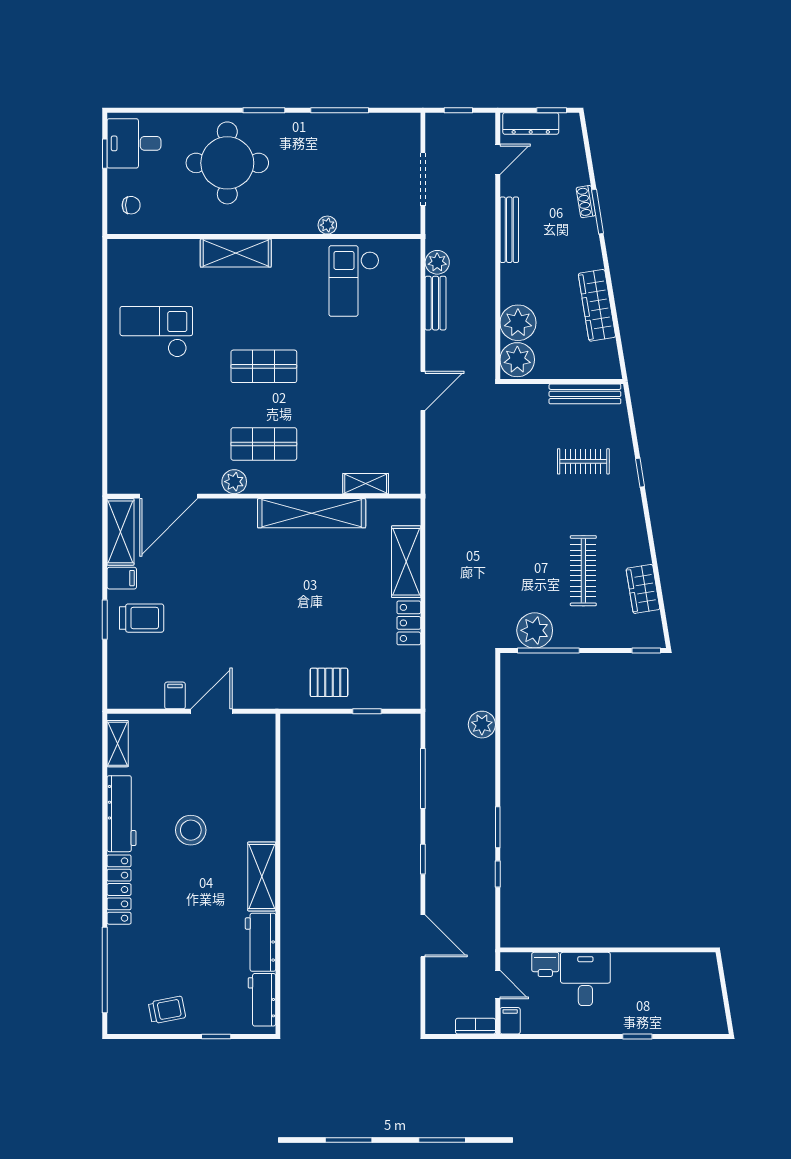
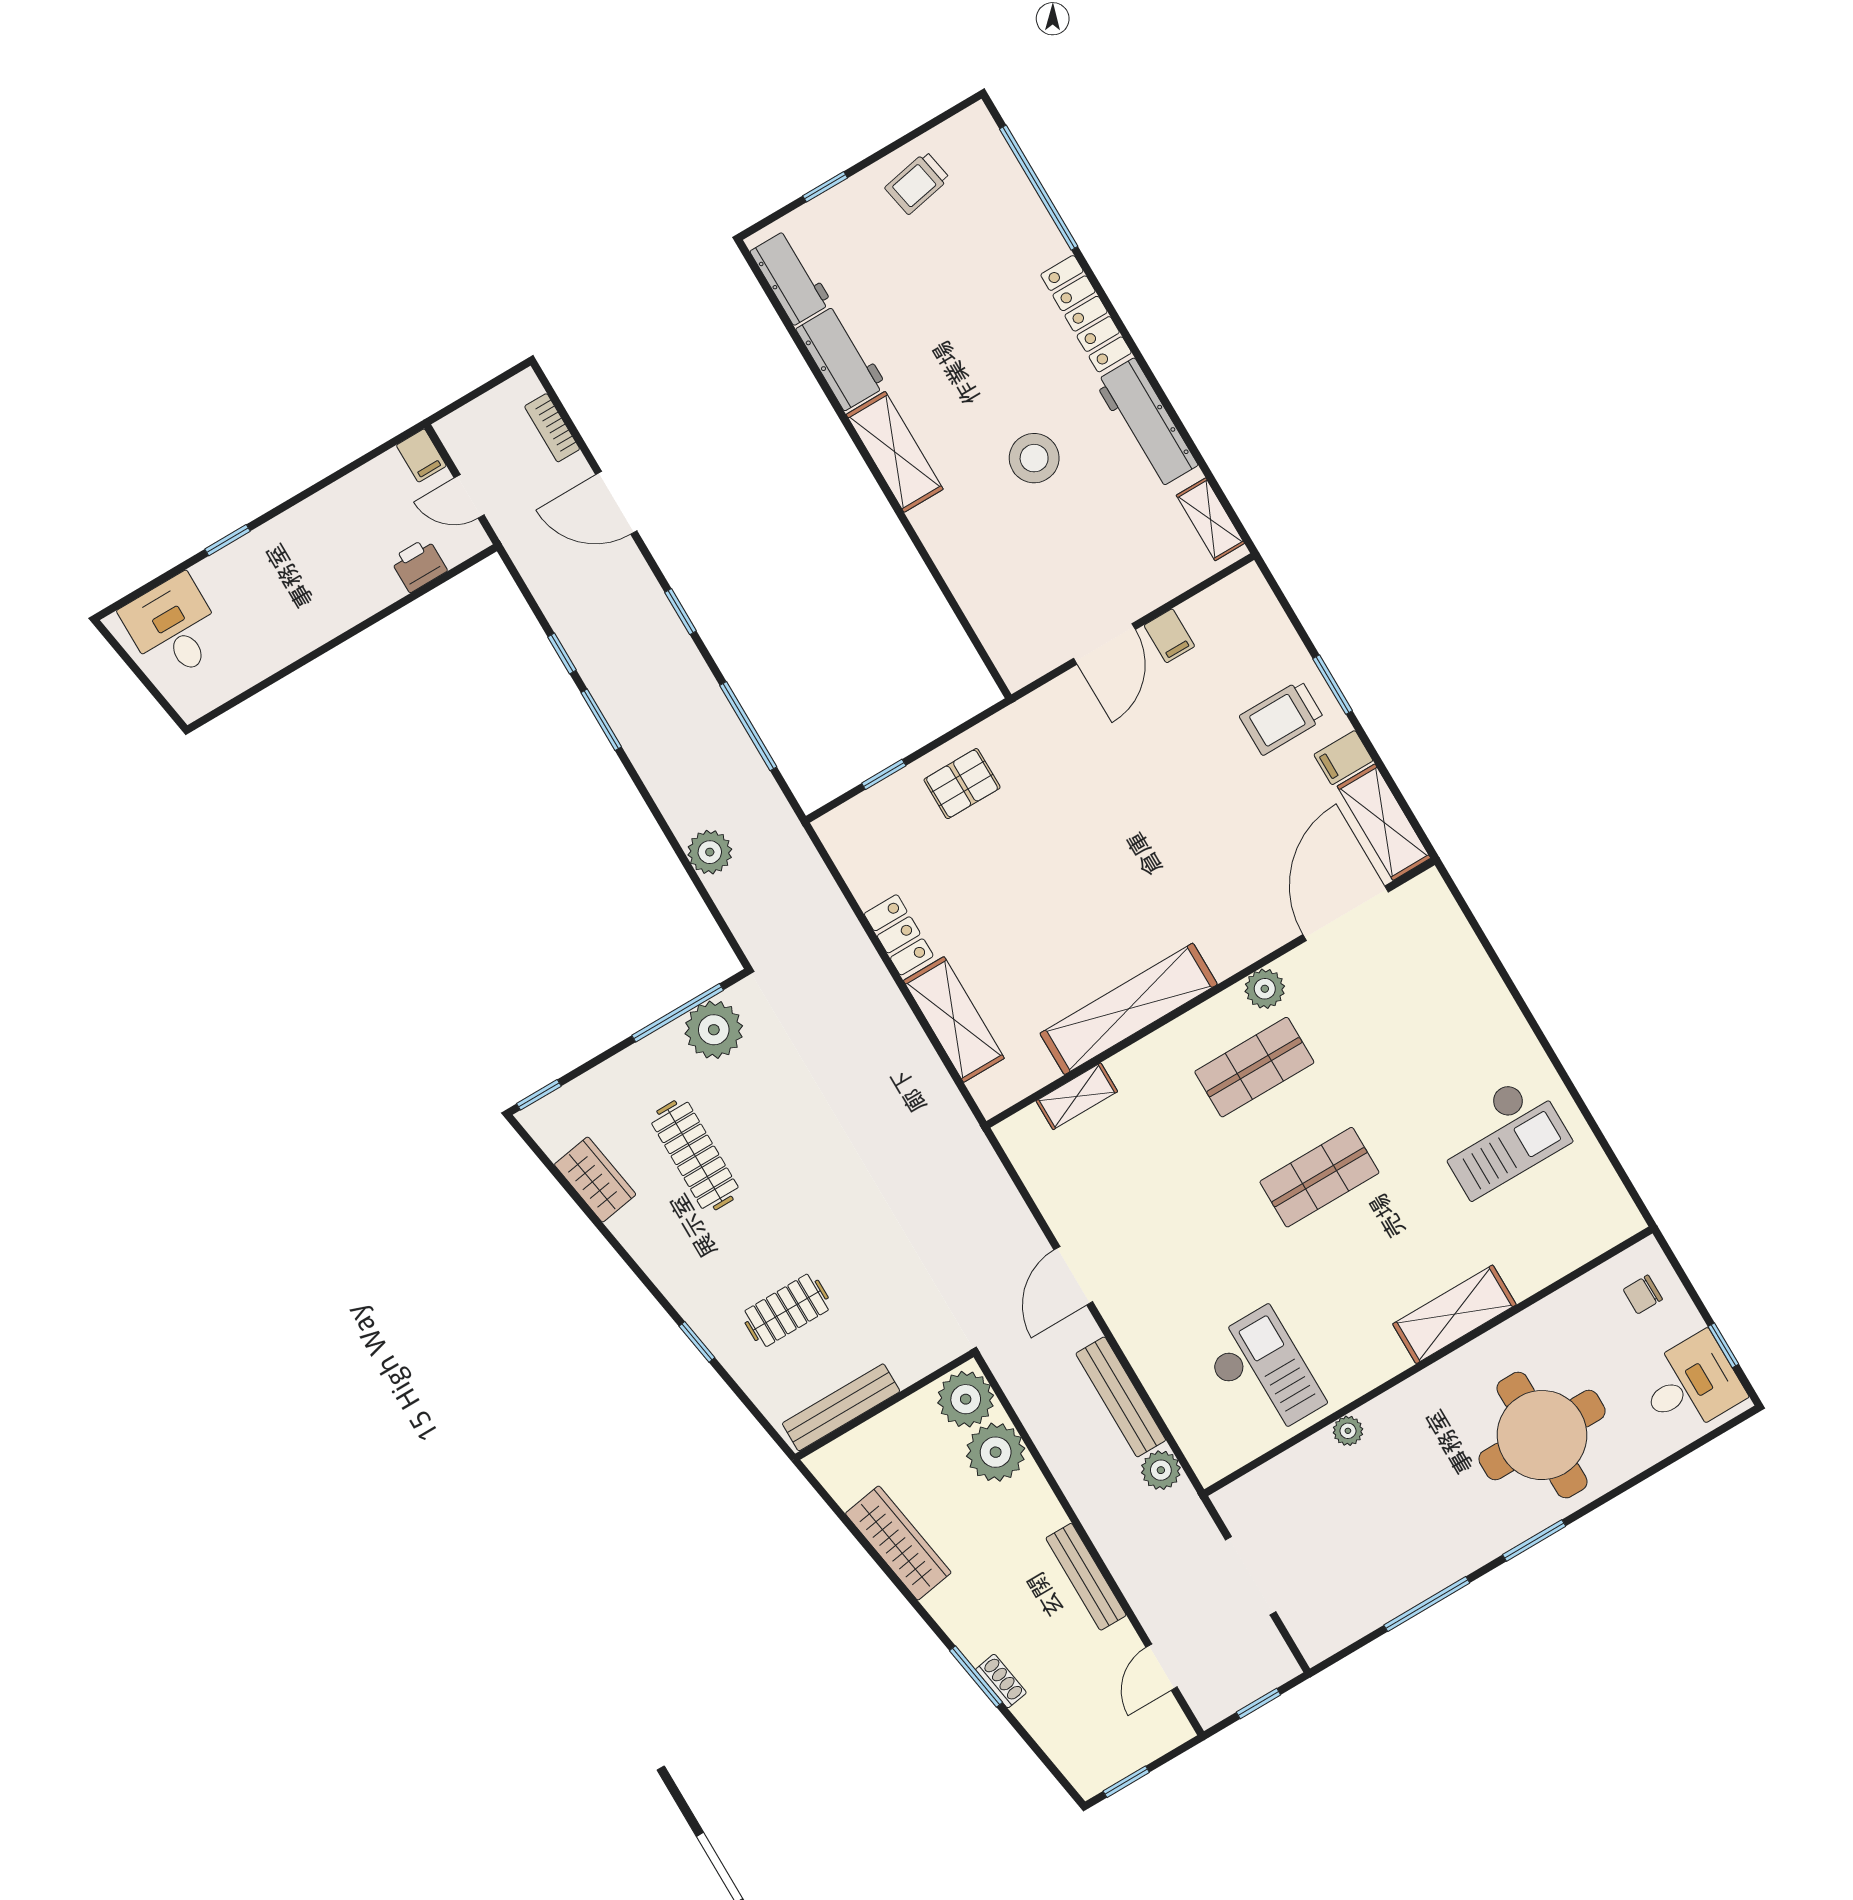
dresser: (531, 123) -> (1145, 1745), removed
bench: (436, 303) -> (1121, 1397), width x1.36
desk: (585, 979) -> (173, 628), moved, turned 180
bookcase: (476, 1026) -> (552, 428), moved, turned 90

